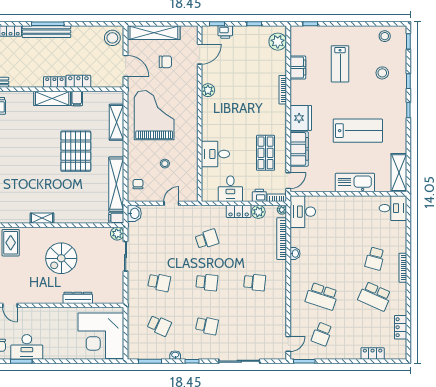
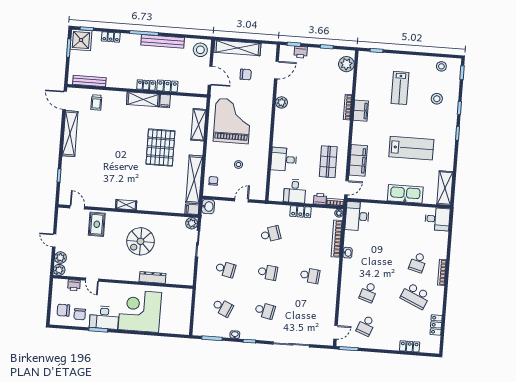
bench: (46, 32) -> (163, 41), moved
filing cabinet: (298, 67) -> (361, 111), moved
fridge: (301, 118) -> (362, 133), removed
plant: (258, 212) -> (318, 213), removed
school desk: (322, 296) -> (368, 292), width x0.54
corner desk: (101, 336) -> (140, 311), moved, turned 90

